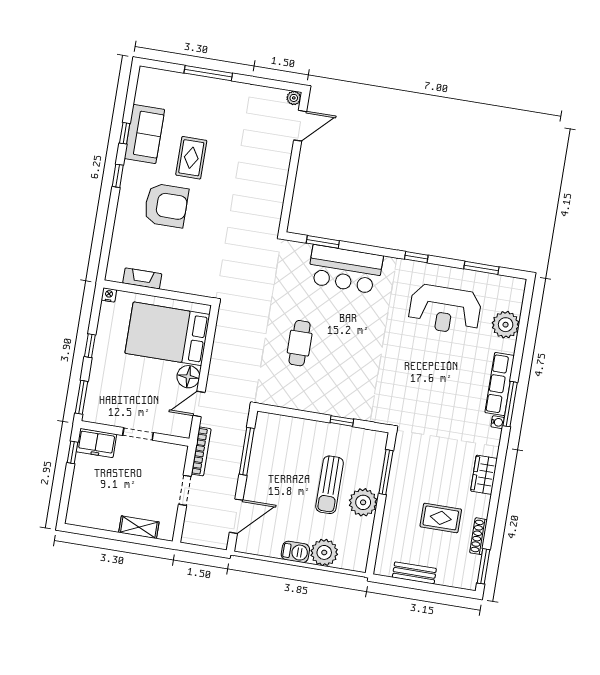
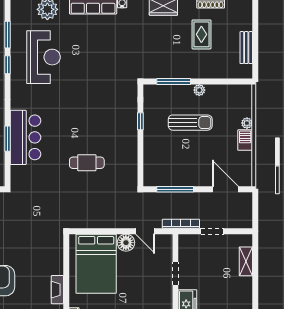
window: (323, 242) -> (7, 139), moved
window: (416, 257) -> (7, 65), moved
plant: (363, 502) -> (199, 90), width x0.53, depth x0.53
plant: (324, 552) -> (247, 123), width x0.53, depth x0.53

